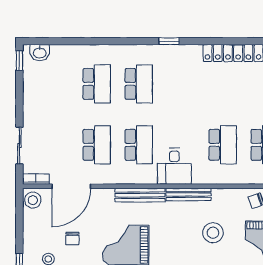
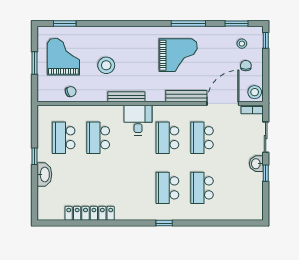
window: (169, 41) -> (164, 223), moved
washbasin: (40, 53) -> (256, 164), moved, turned -90
window: (19, 61) -> (266, 173), moved
bench: (140, 195) -> (186, 96), moved
chair: (72, 239) -> (246, 66), moved

